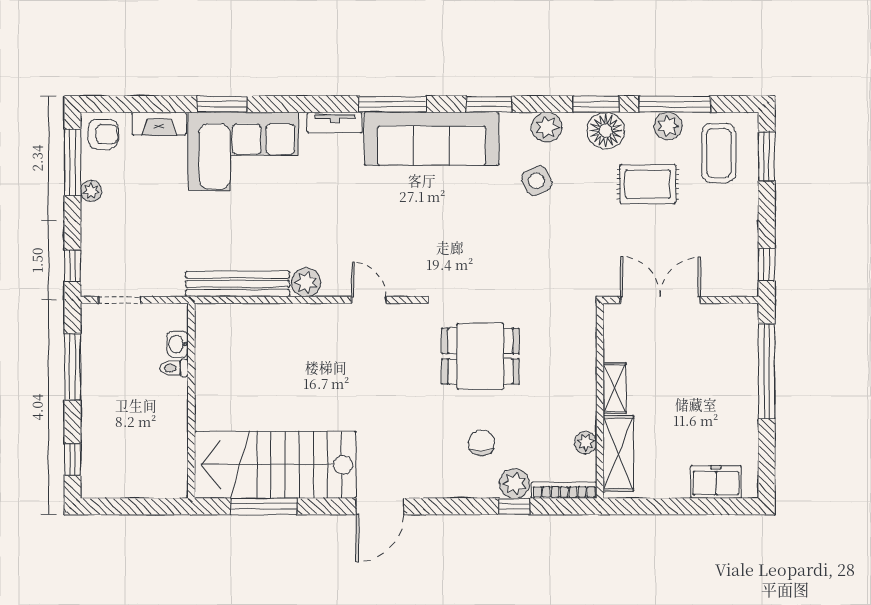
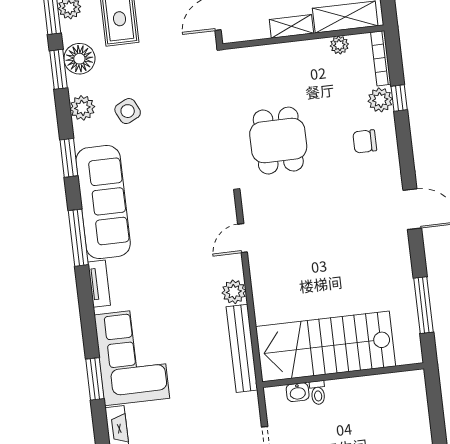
chair: (481, 443) -> (365, 141), moved
stairs: (275, 465) -> (326, 346), moved, turned 90

